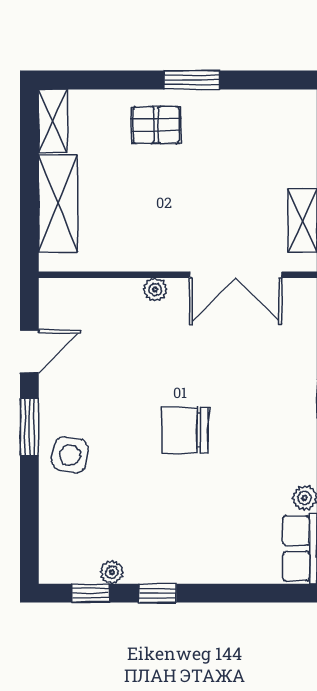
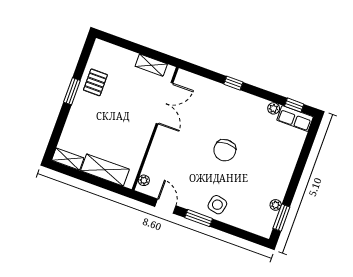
pallet: (156, 125) -> (95, 82), moved
plant: (155, 289) -> (144, 180), moved
window: (91, 593) -> (281, 218), width x1.50
window: (158, 593) -> (292, 188), removed

